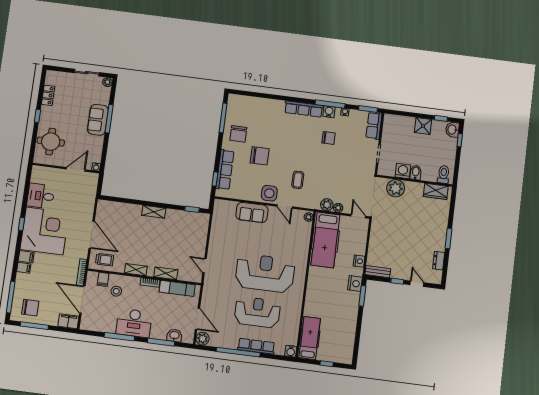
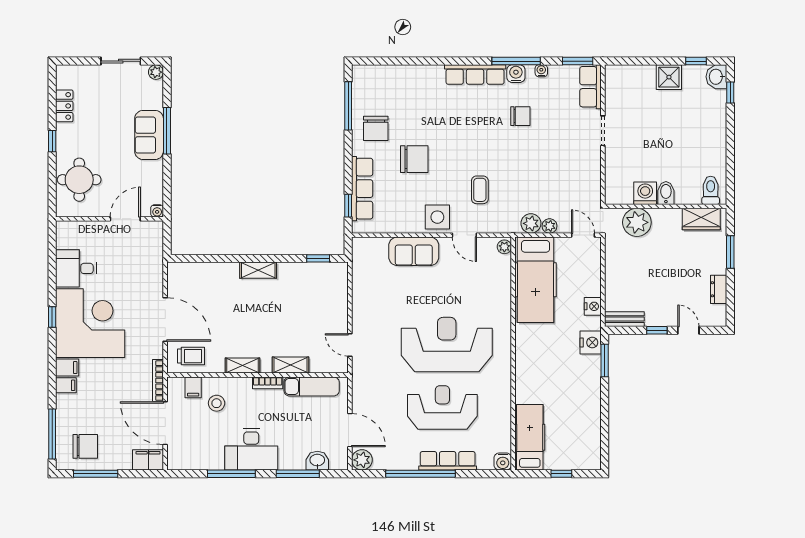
washing machine: (403, 171) -> (645, 193), moved
bidet: (416, 173) -> (666, 193), moved
toilet: (444, 174) -> (711, 190), moved
wall: (415, 181) -> (666, 206), moved
plant: (396, 188) -> (637, 222), moved
wardrobe: (436, 191) -> (701, 219), moved

